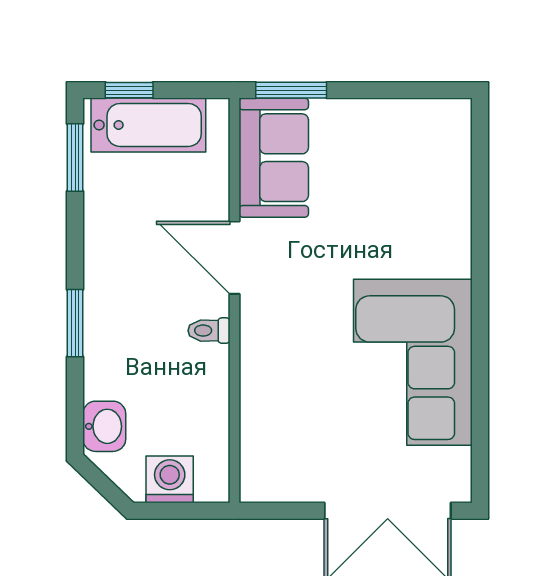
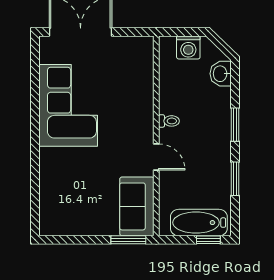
window: (75, 157) -> (235, 179), moved
door: (235, 258) -> (156, 157), width x0.73

